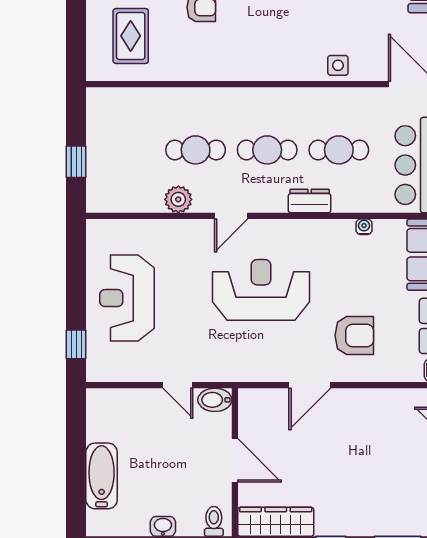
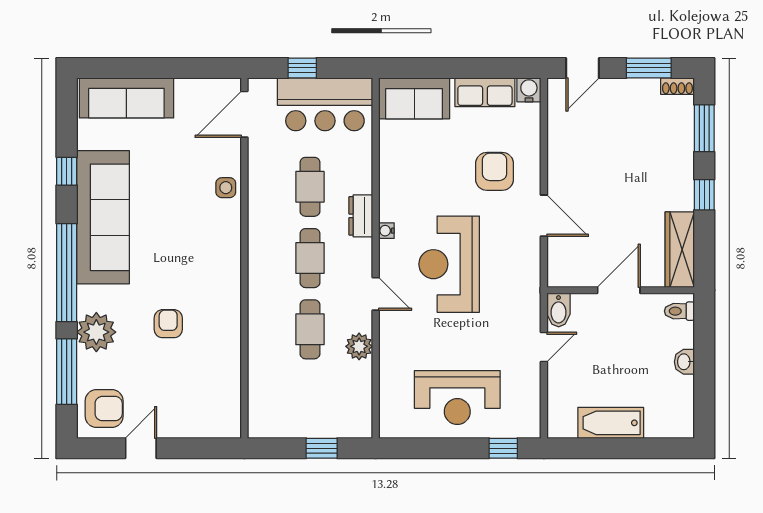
rug: (131, 36) -> (197, 394), removed
water cooler: (364, 227) -> (386, 231), moved
bathtub: (102, 476) -> (611, 423), moved

